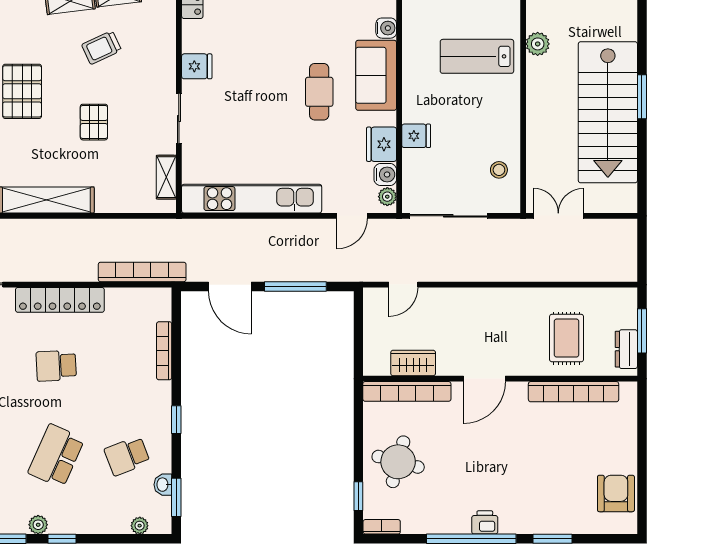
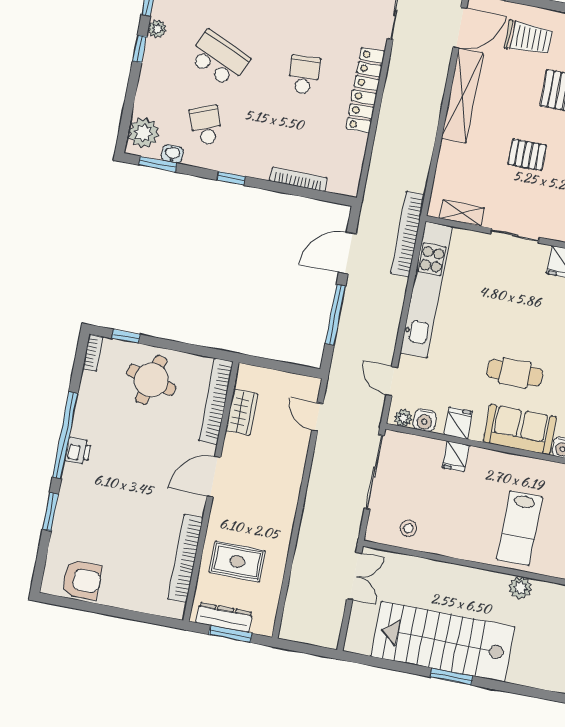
lab bench: (477, 56) -> (519, 528), turned 180
fridge: (382, 144) -> (458, 423), width x0.72
bookcase: (142, 272) -> (408, 234), moved, turned 180
dresser: (626, 349) -> (224, 617), width x1.44
door: (484, 379) -> (214, 477), hinge flipped
plant: (140, 526) -> (144, 133), width x1.88, depth x1.88

